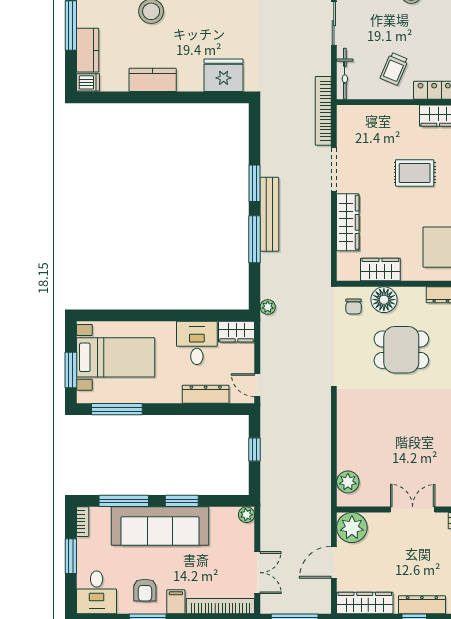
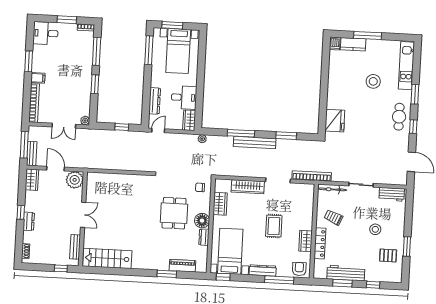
kitchen counter: (153, 80) -> (334, 80), removed
window: (254, 183) -> (286, 136), moved
floor lamp: (384, 300) -> (202, 221), moved
plant: (348, 482) -> (101, 179), removed
sofa: (160, 526) -> (81, 71), removed
double door: (257, 573) -> (64, 126), moved
armchair: (145, 590) -> (45, 61), removed
wardrobe: (365, 603) -> (32, 180), width x0.67
dresser: (422, 605) -> (29, 221), width x0.70
bench: (310, 606) -> (32, 154), added

